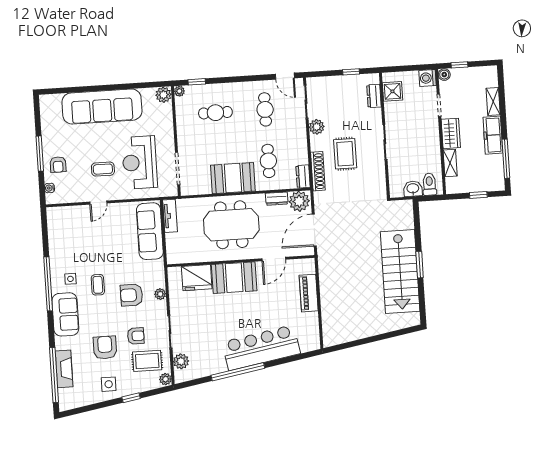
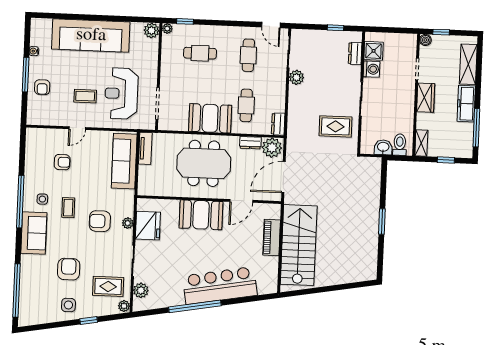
washing machine: (428, 78) -> (372, 69), moved, turned 180
shelving: (493, 101) -> (468, 64), width x1.50, depth x1.33
rug: (345, 154) -> (335, 126), moved, turned 90
shelving: (450, 163) -> (421, 143), moved
shoe rack: (318, 171) -> (293, 120), removed
water cooler: (50, 188) -> (34, 51), moved
stairs: (400, 271) -> (299, 245), moved, turned 180
fridge: (197, 278) -> (148, 226), moved, turned -90
armchair: (136, 336) -> (62, 162), moved
fireplace: (64, 369) -> (27, 286), removed

